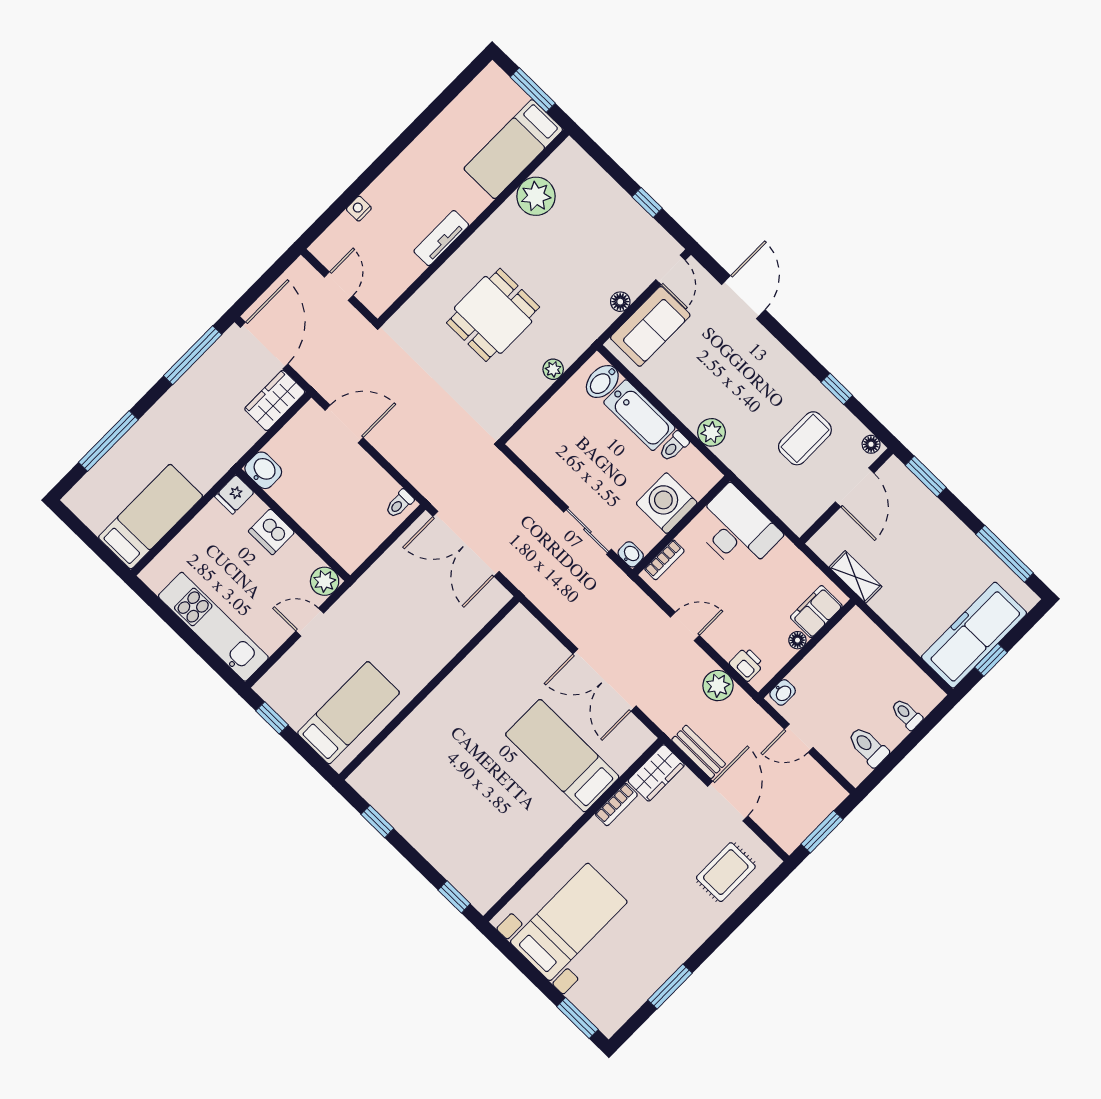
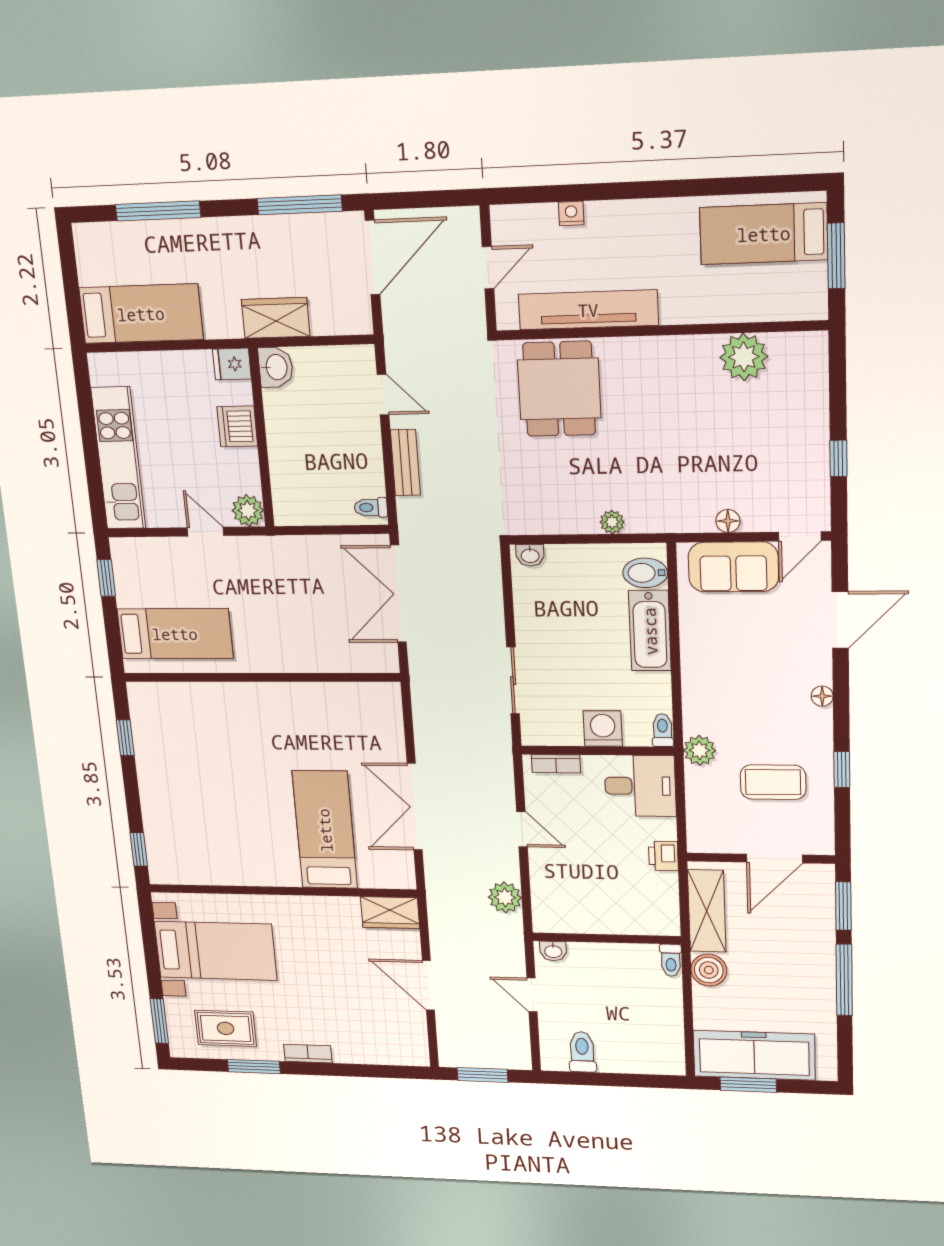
bed: (513, 149) -> (764, 234), moved
tv unit: (441, 238) -> (588, 310), width x1.92, depth x1.29
dining table: (493, 315) -> (559, 389), moved, turned 90
wardrobe: (275, 400) -> (276, 318), moved
door: (344, 424) -> (383, 395), width x0.73
plant: (711, 432) -> (700, 750), moved
floor lamp: (871, 444) -> (822, 696), moved
toilet: (674, 446) -> (663, 730), moved, turned 90
washing machine: (667, 503) -> (603, 728), width x0.73, depth x0.73
desk: (736, 530) -> (640, 786), width x0.73
washbasin: (631, 554) -> (530, 555), moved, turned 90
window: (1005, 554) -> (844, 980), moved
shelving: (855, 577) -> (707, 911), width x1.50, depth x1.33
boiler: (889, 605) -> (709, 970), added
filing cabinet: (816, 612) -> (643, 919), removed
floor lamp: (797, 640) -> (605, 925), removed
window: (991, 660) -> (748, 1085), width x1.50
printer: (747, 664) -> (663, 856), moved, turned 180
toilet: (907, 714) -> (671, 960), moved, turned 180
bench: (699, 752) -> (405, 463), moved
door: (728, 801) -> (428, 985), swing flipped
bookcase: (616, 805) -> (308, 1054), moved, turned 180
rug: (726, 872) -> (226, 1028), moved

